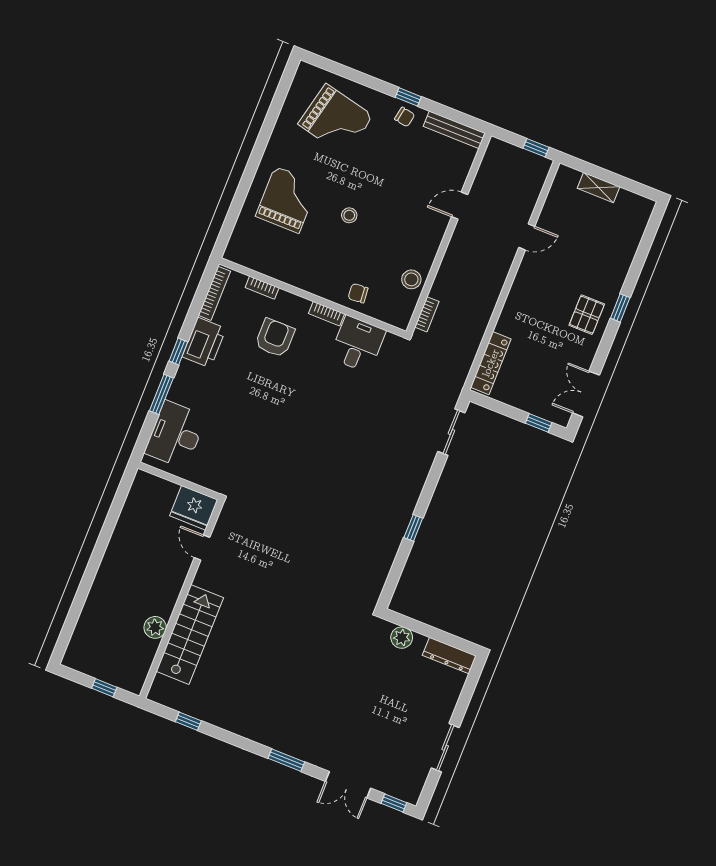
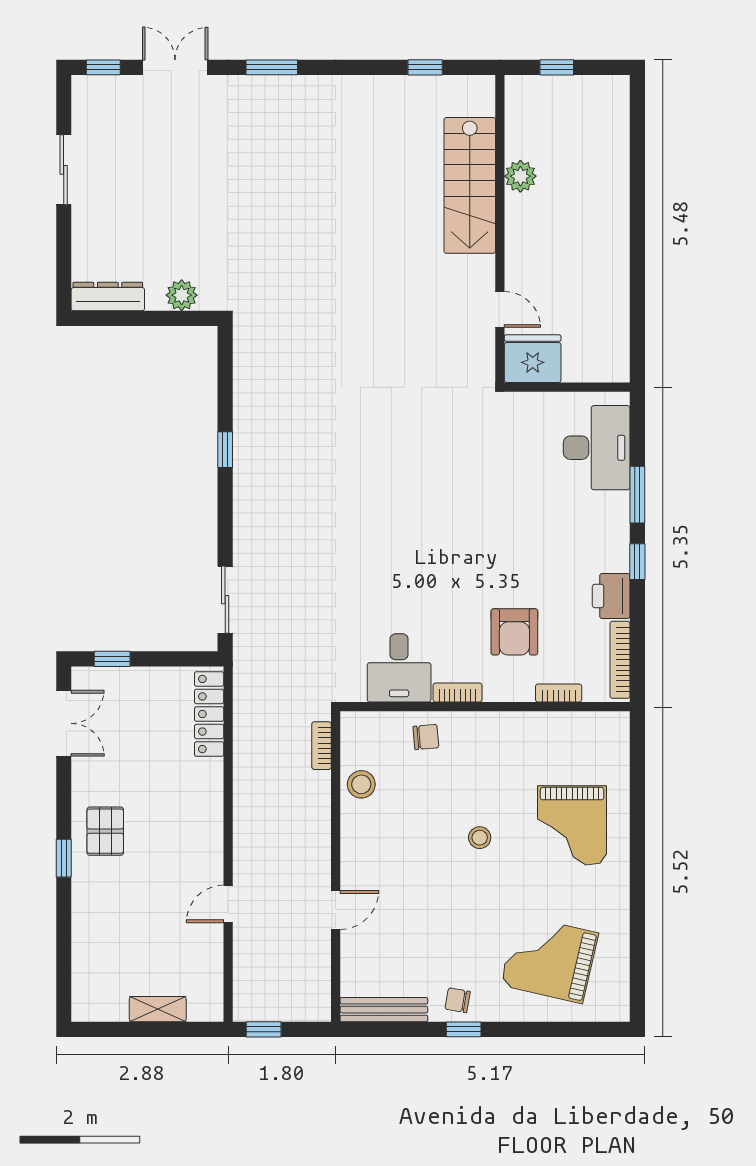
printer: (204, 343) -> (611, 596), width x0.73, depth x0.84

